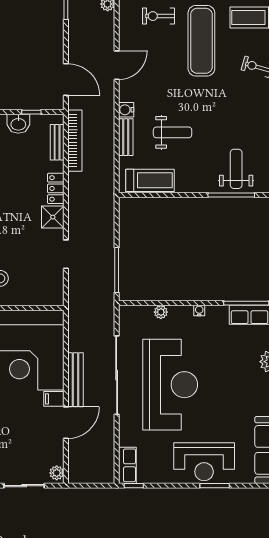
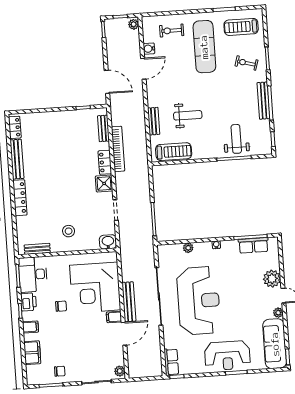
water cooler: (126, 110) -> (149, 49), moved
washbasin: (18, 124) -> (108, 242), moved, turned 180
bookcase: (75, 141) -> (118, 149), moved

